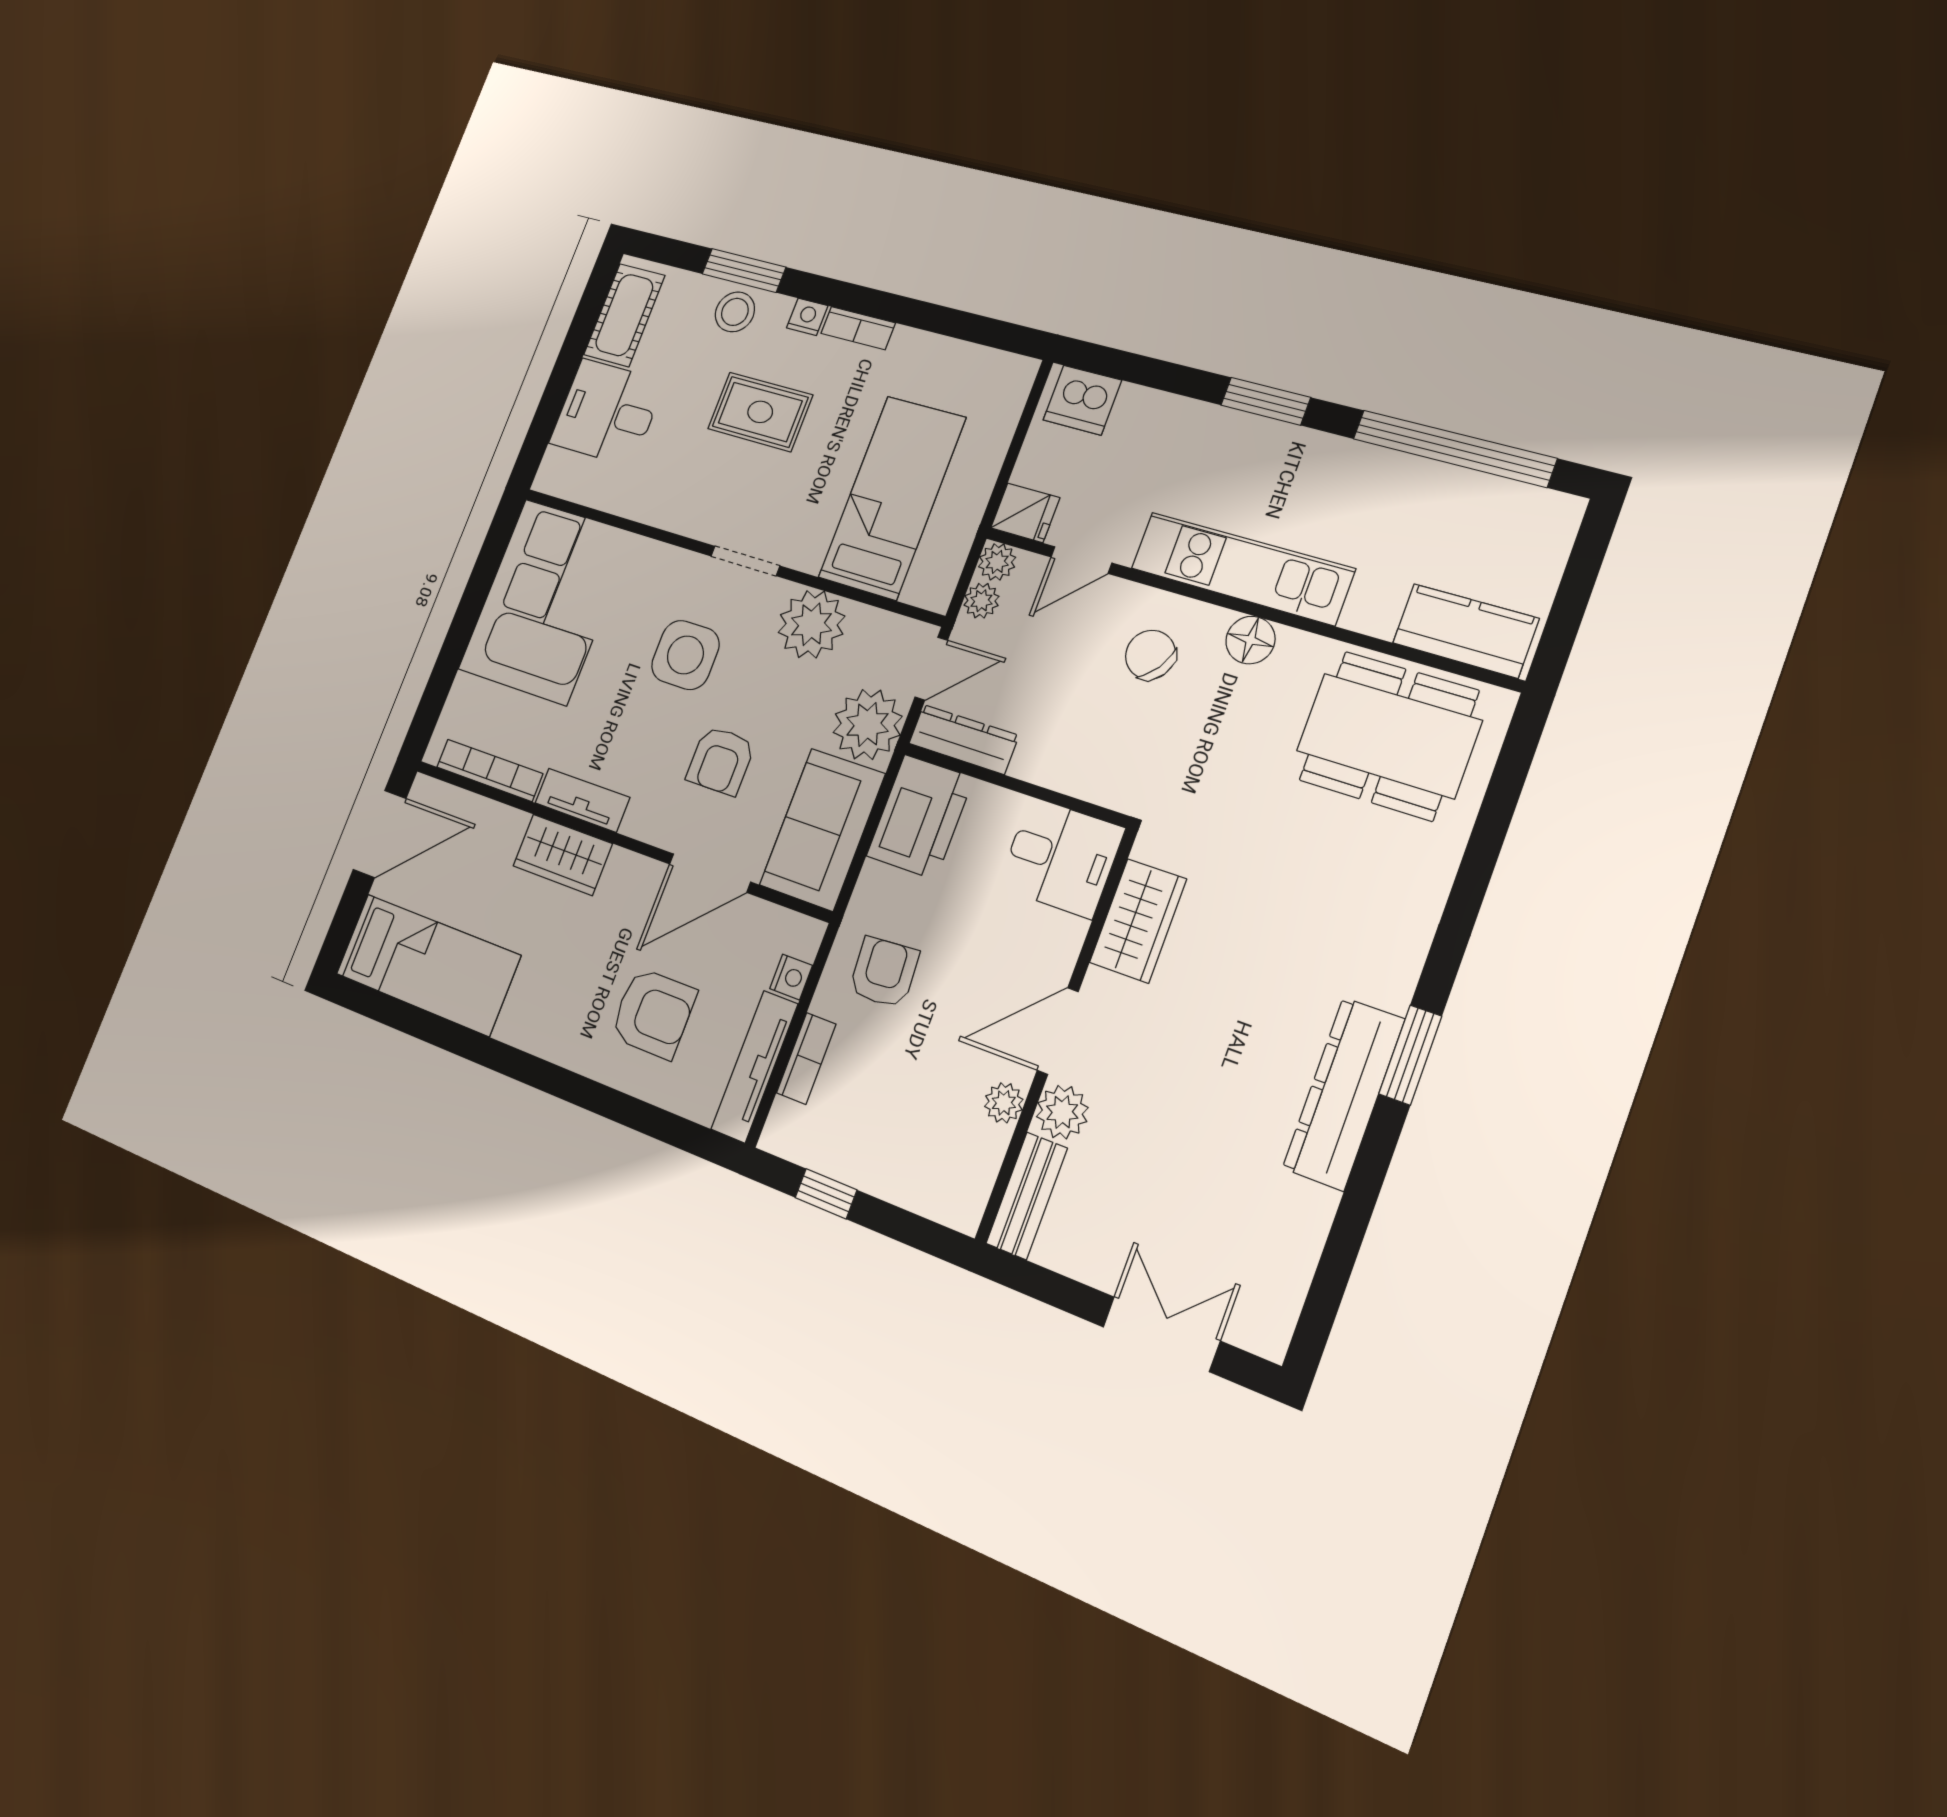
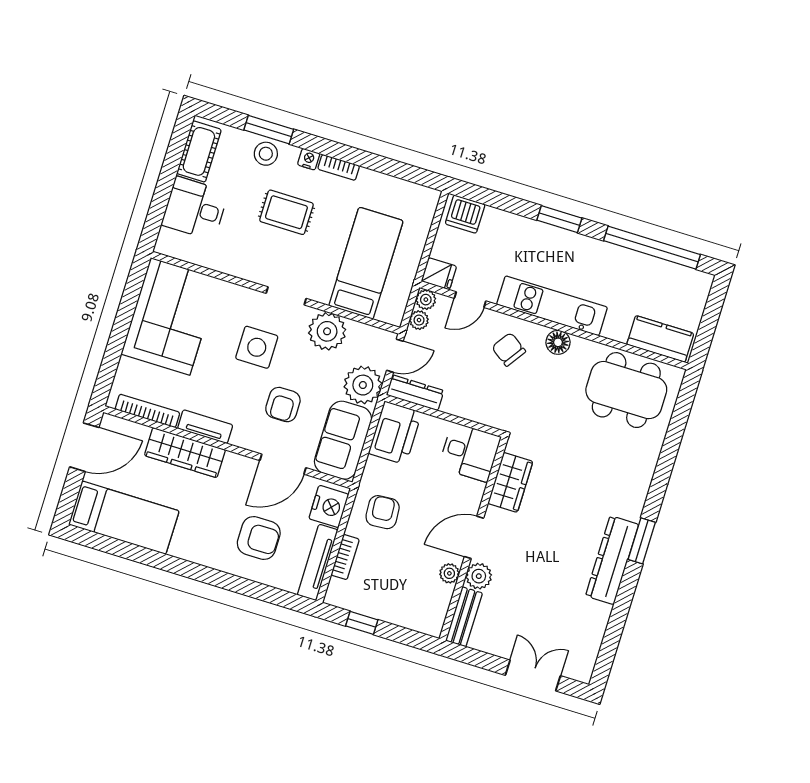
wardrobe: (563, 855) -> (185, 453), width x1.50
nightstand: (791, 977) -> (329, 506), width x1.89, depth x1.79

